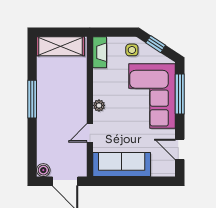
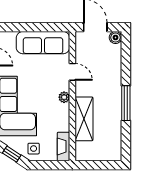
shelving: (60, 46) -> (84, 119), moved, turned 90
door: (90, 133) -> (72, 72), hinge flipped

